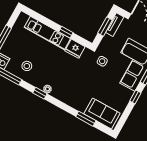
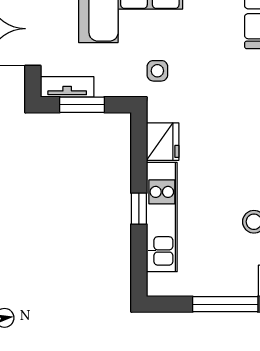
window: (66, 32) -> (139, 209), moved

